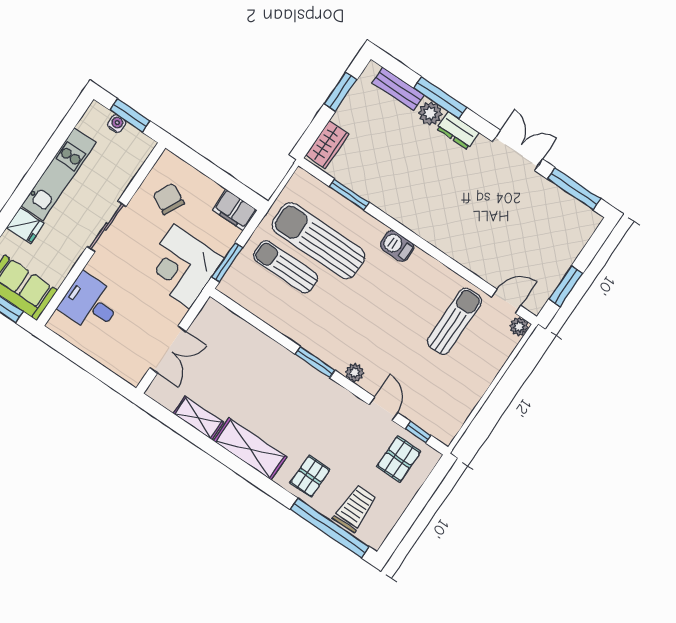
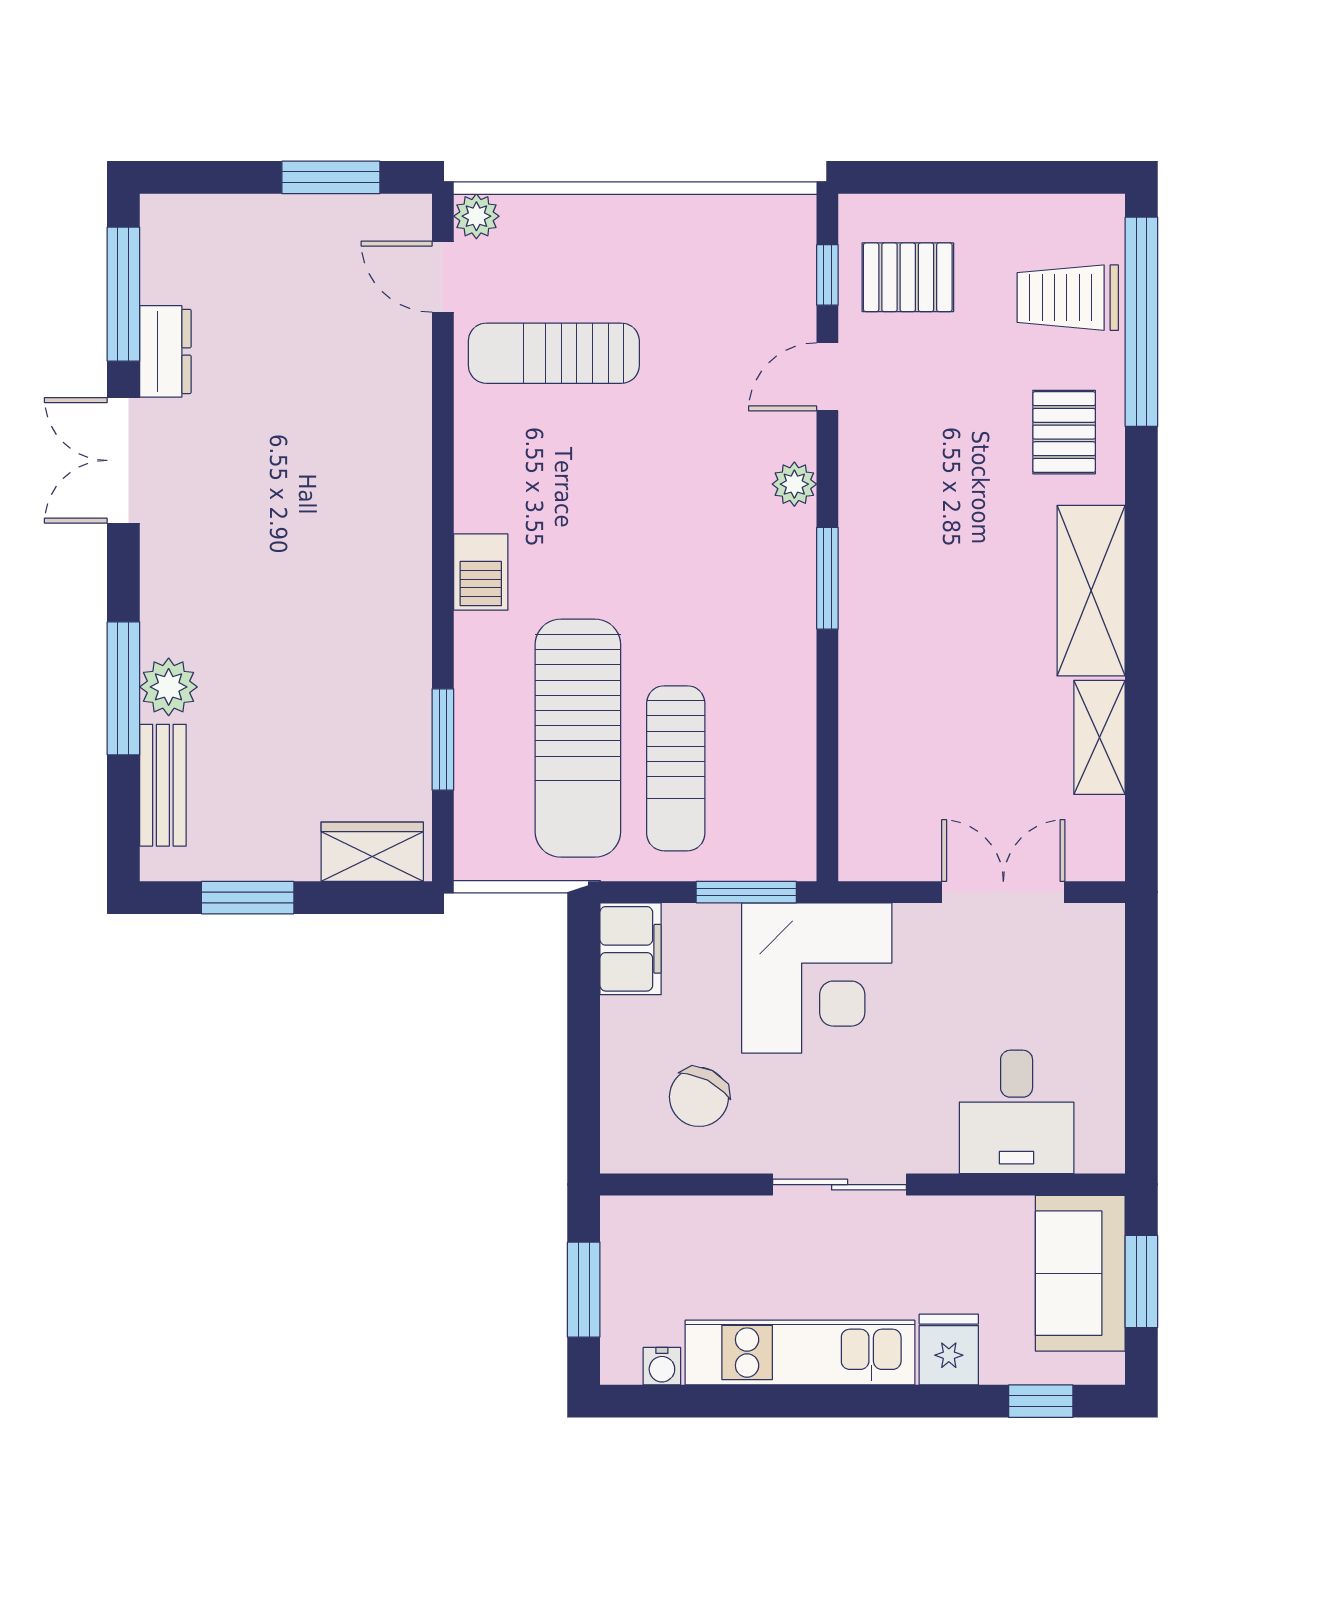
water cooler: (117, 124) -> (662, 1366), moved, turned -90
dresser: (458, 131) -> (165, 351), moved
pallet: (310, 476) -> (1064, 432), turned 90

